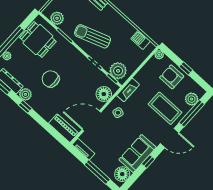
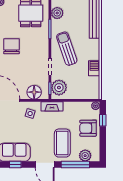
barbecue: (141, 40) -> (94, 68), moved
window: (186, 68) -> (103, 120), moved
armchair: (172, 77) -> (88, 128), turned -90

